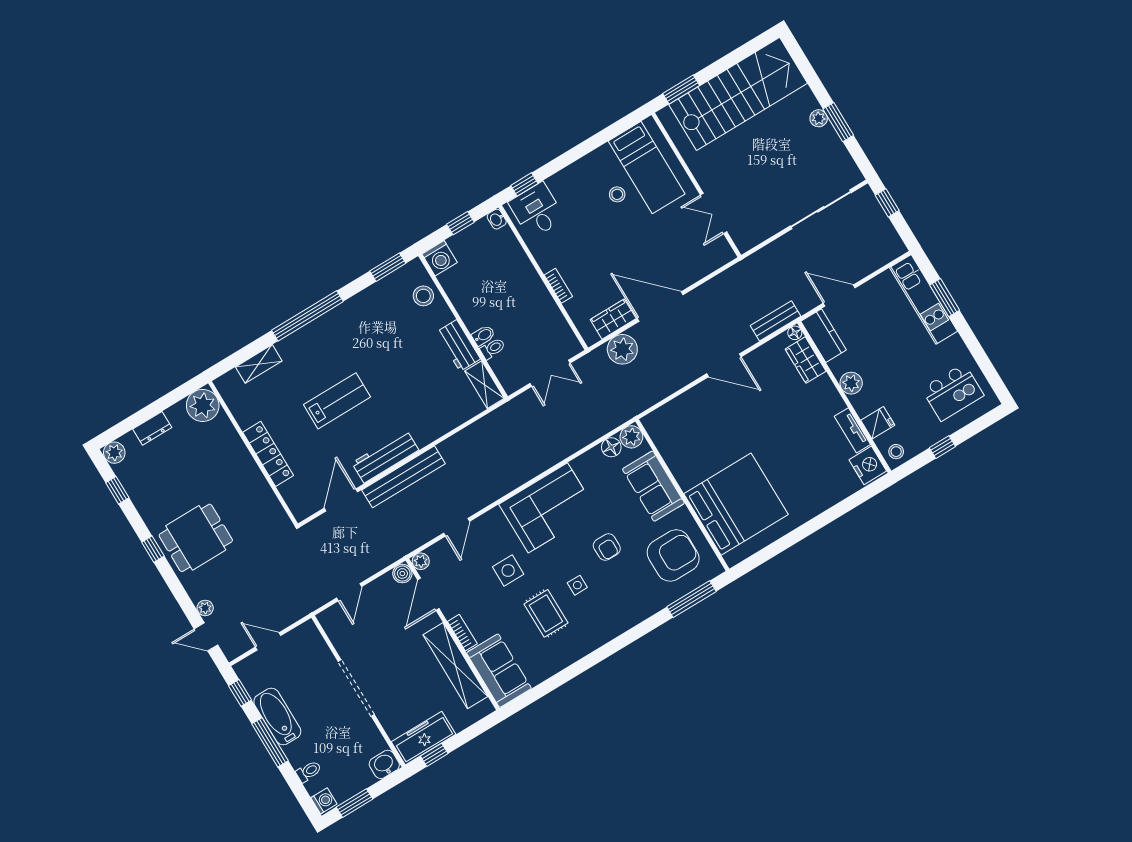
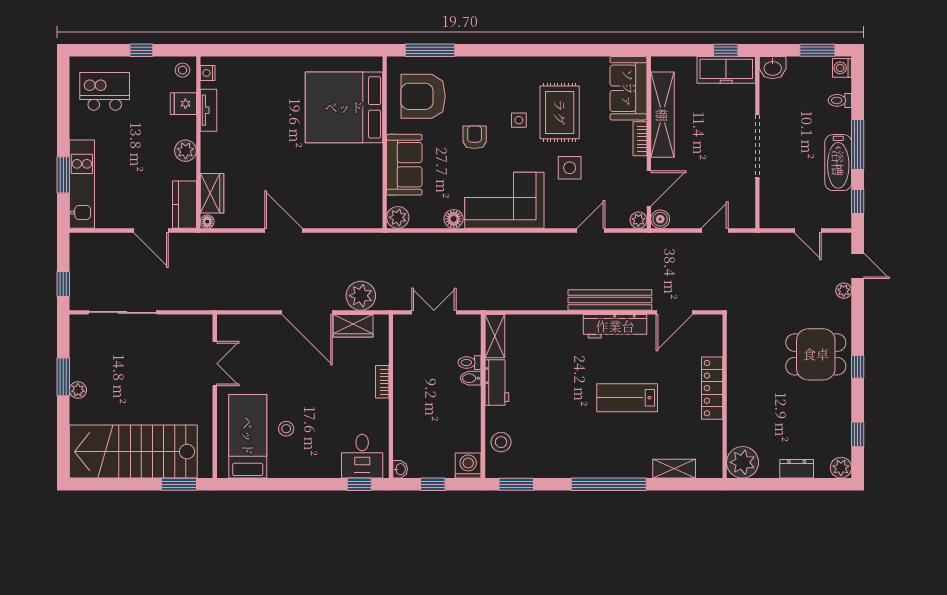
bench: (775, 321) -> (217, 242), removed
floor lamp: (611, 447) -> (454, 219), moved
nightstand: (868, 465) -> (208, 73), width x0.53, depth x0.56
rug: (546, 613) -> (560, 112), width x1.36, depth x1.43

